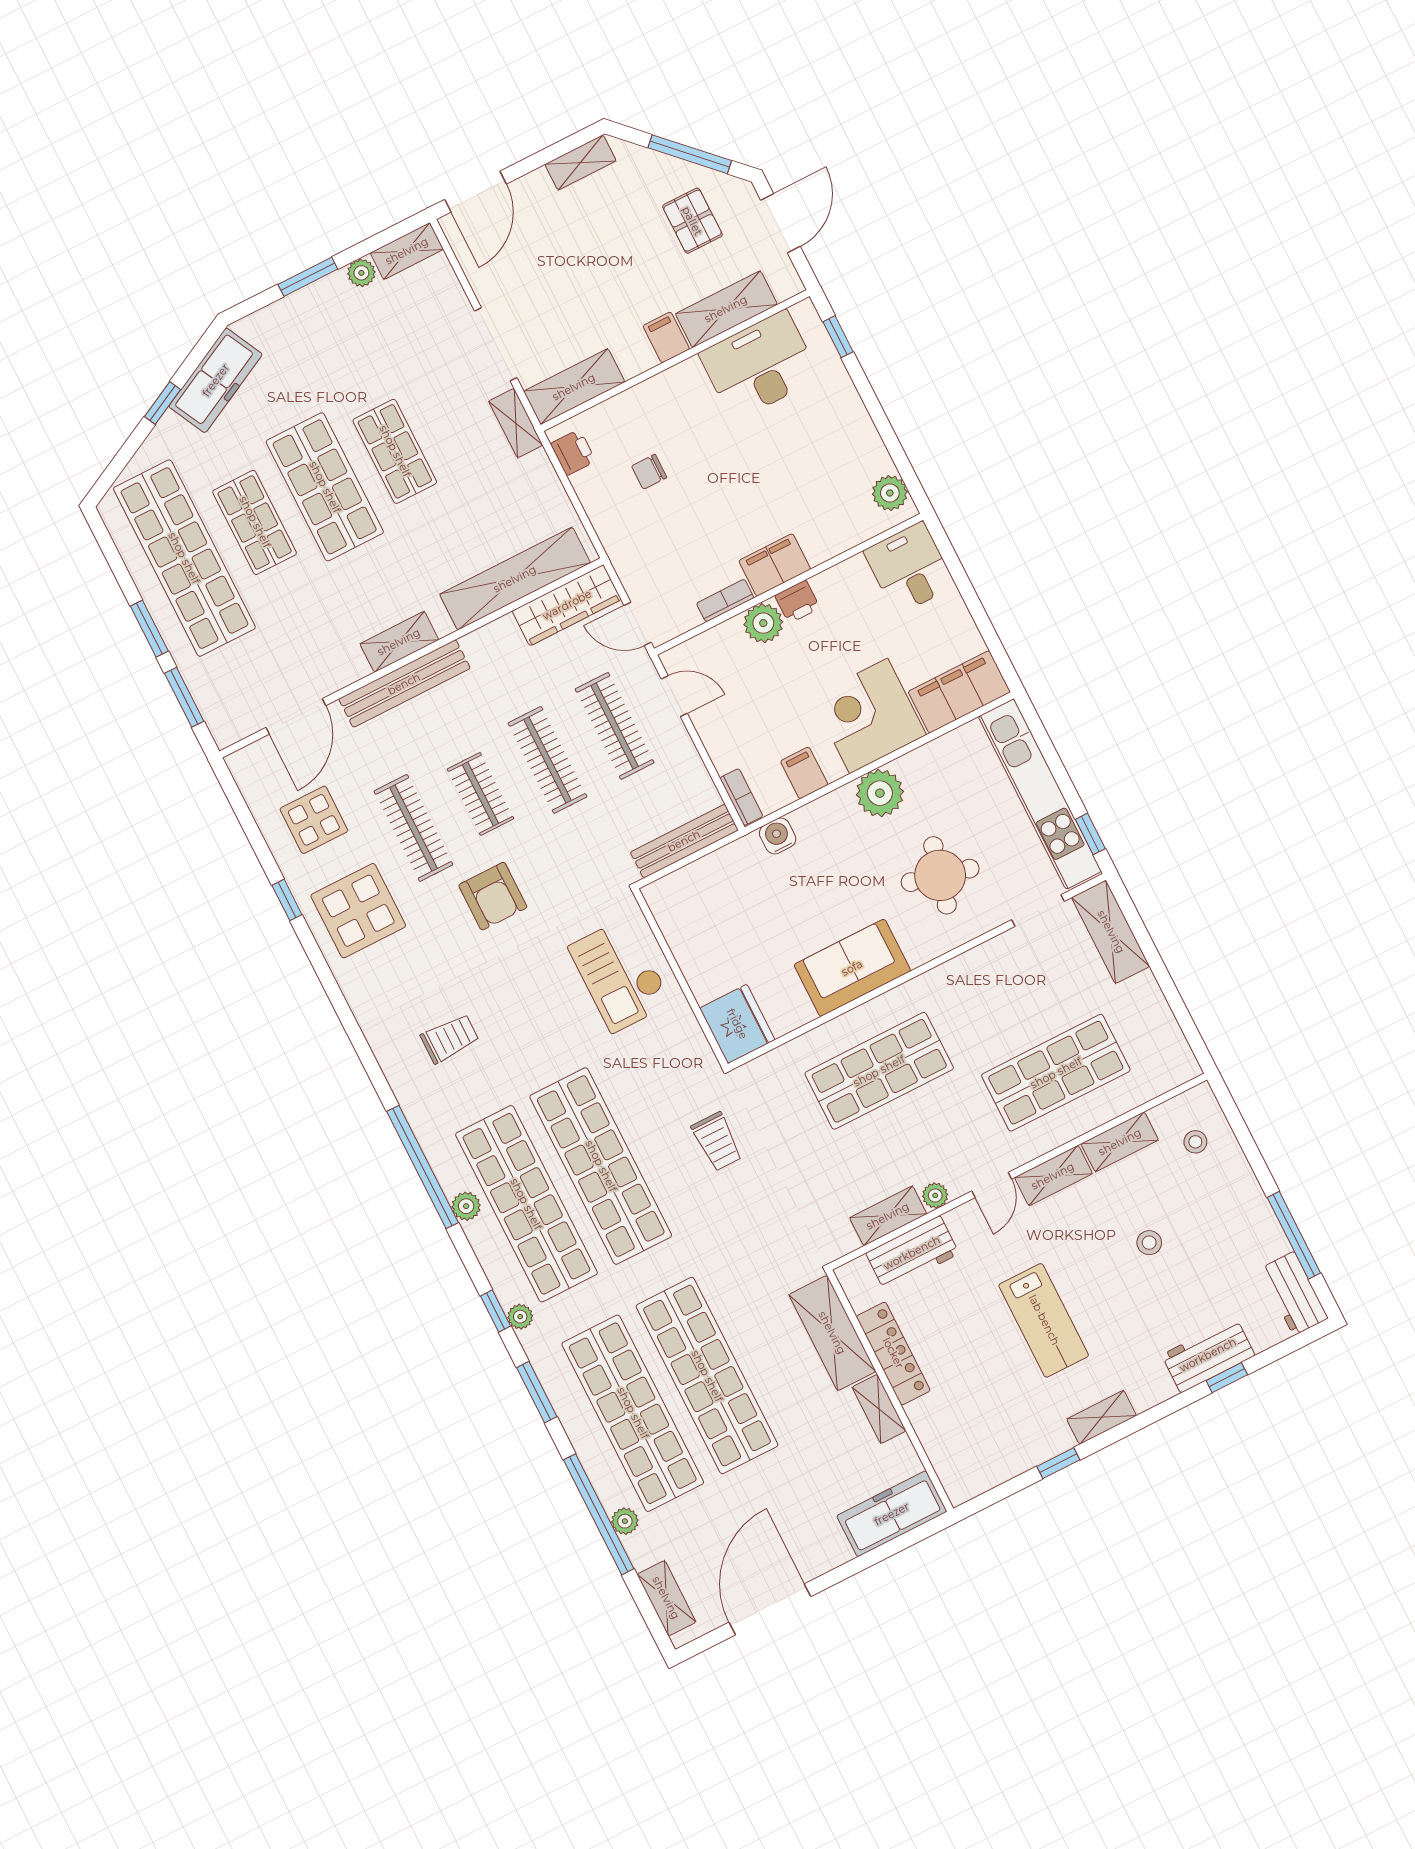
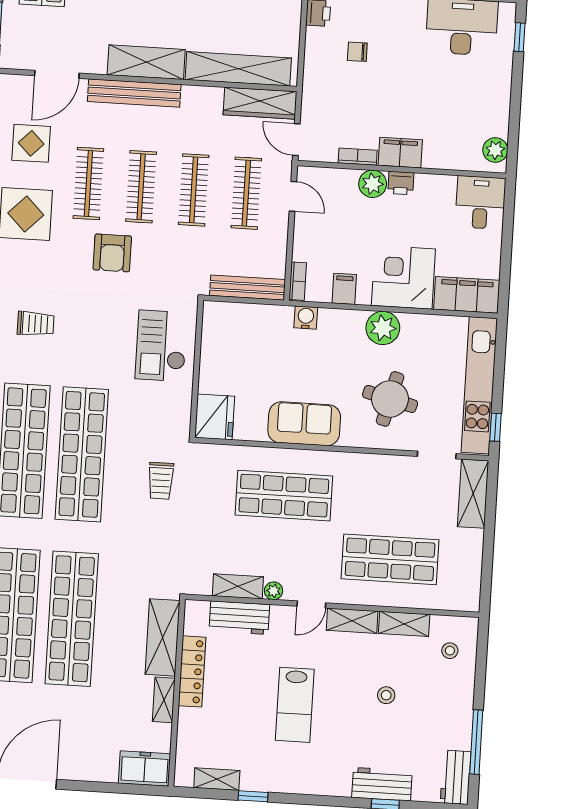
shelving: (399, 642) -> (146, 62), width x1.50, depth x1.33
clothes rail: (480, 794) -> (141, 187), width x1.36
shelving: (1102, 1417) -> (217, 779), moved
freezer: (892, 1514) -> (144, 768), width x0.71

